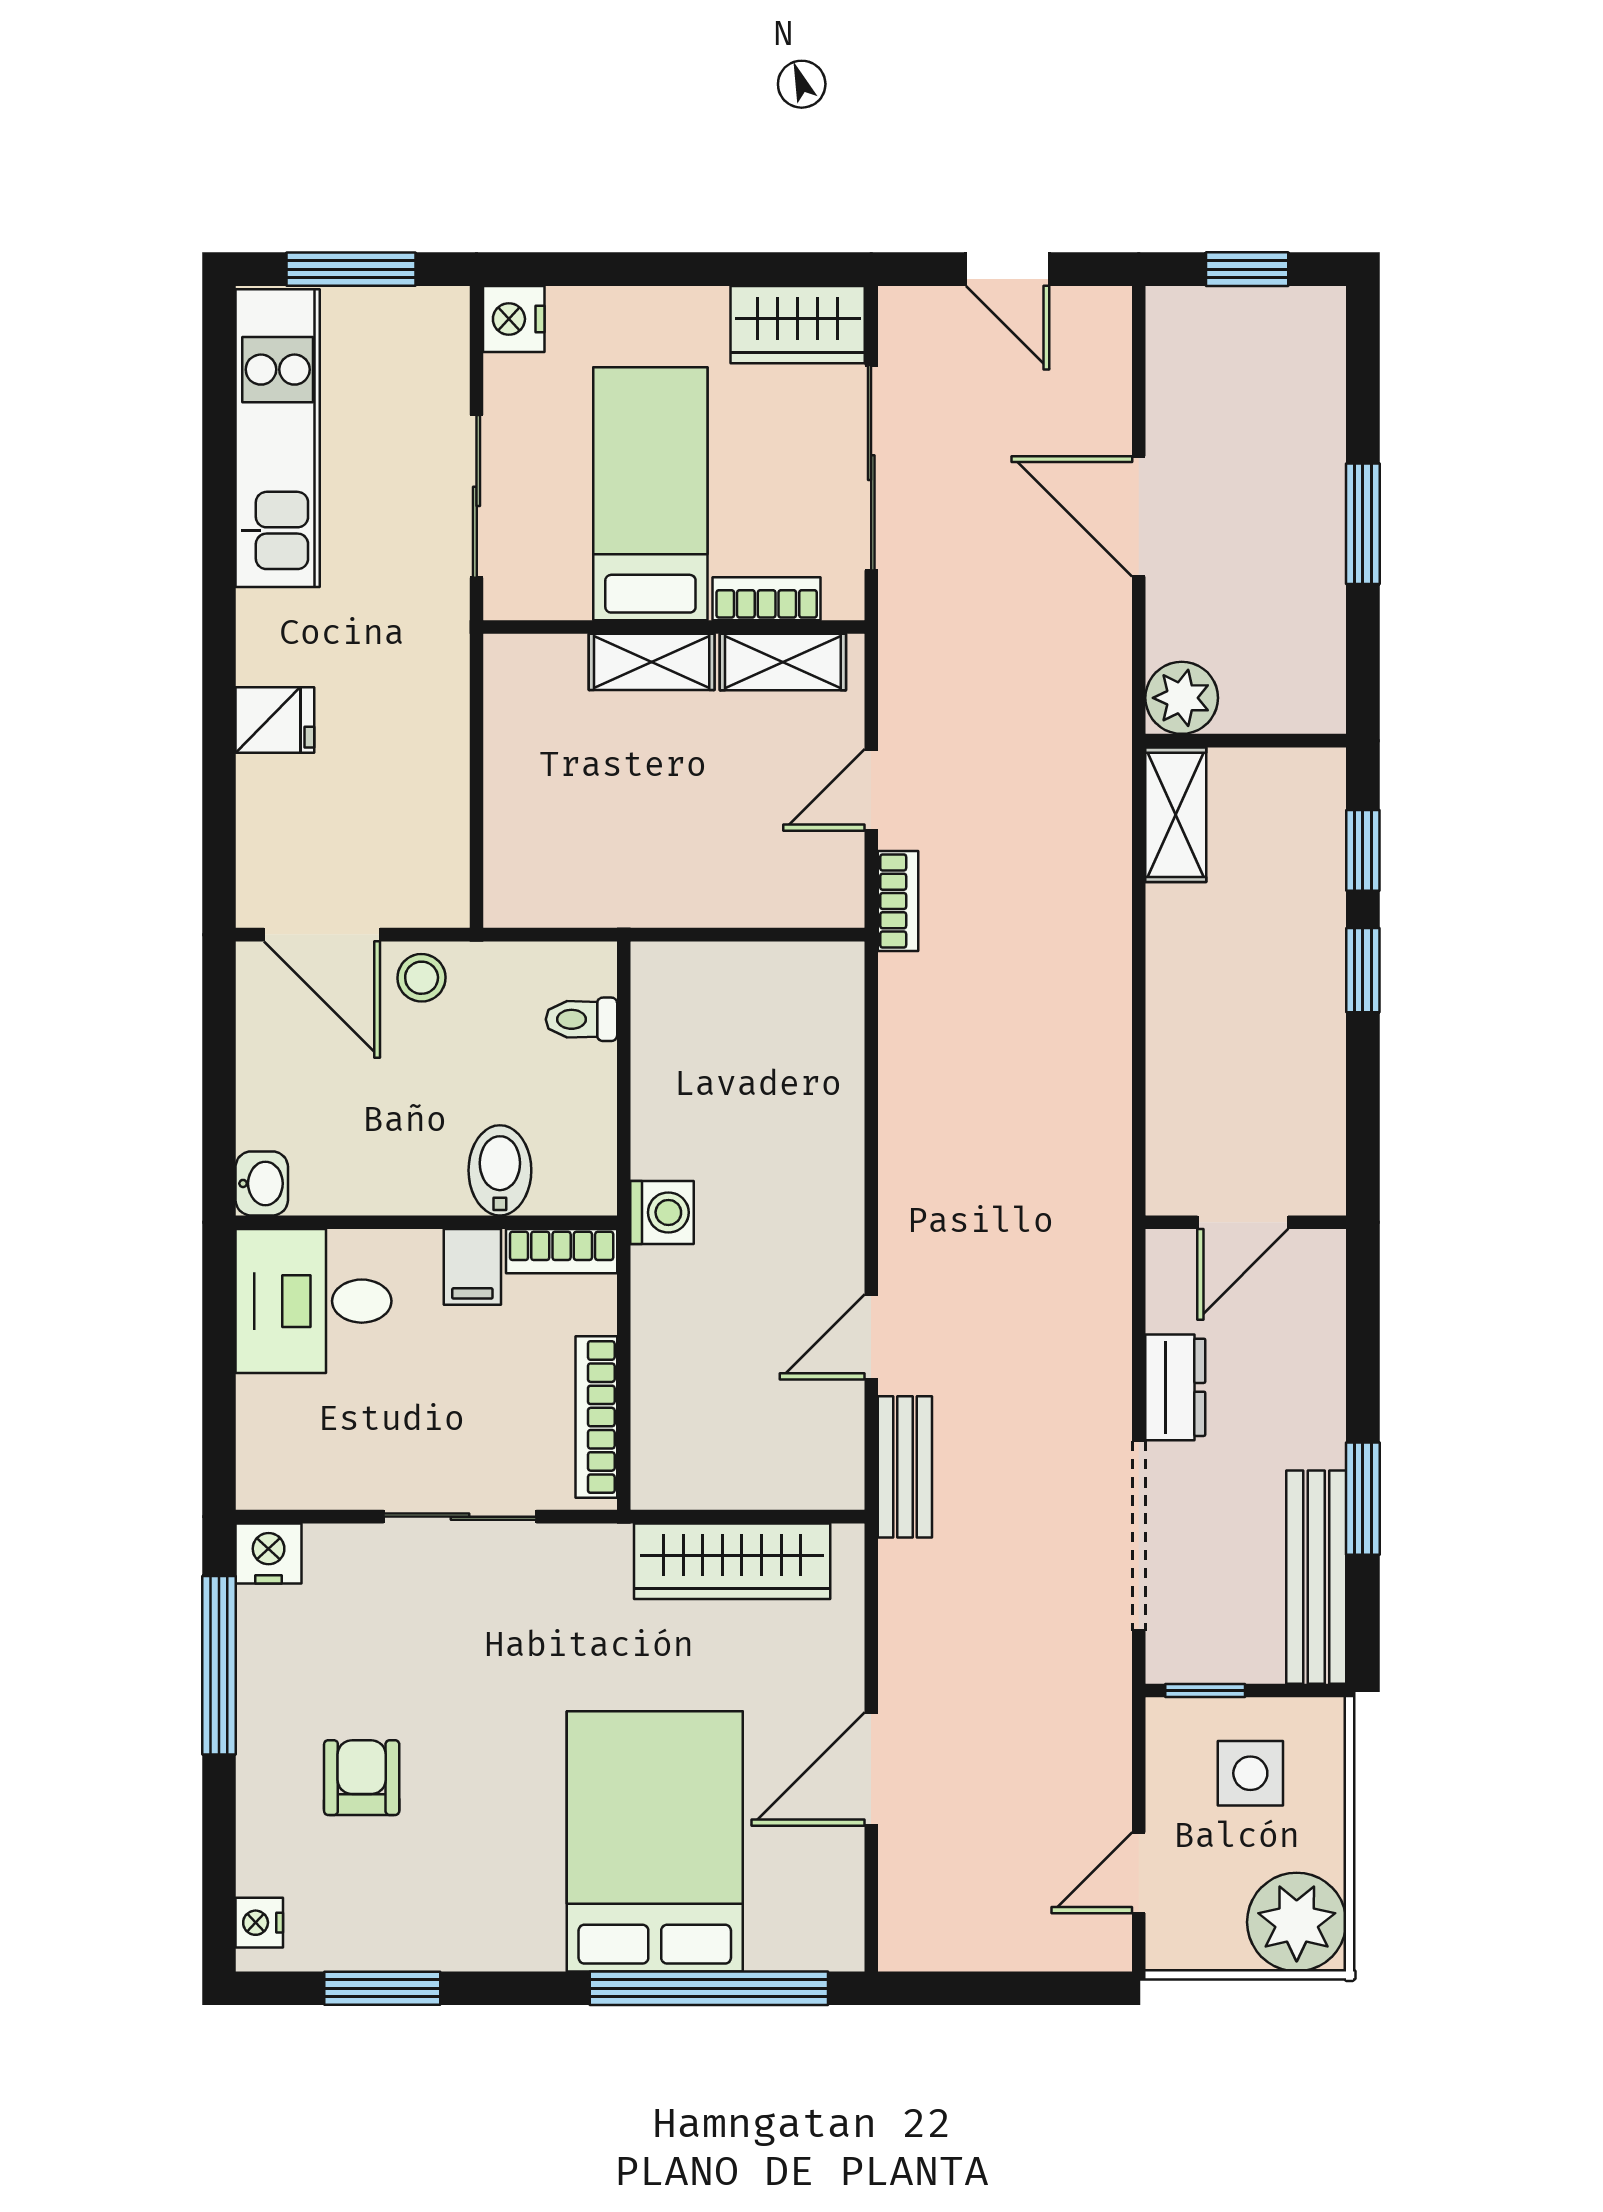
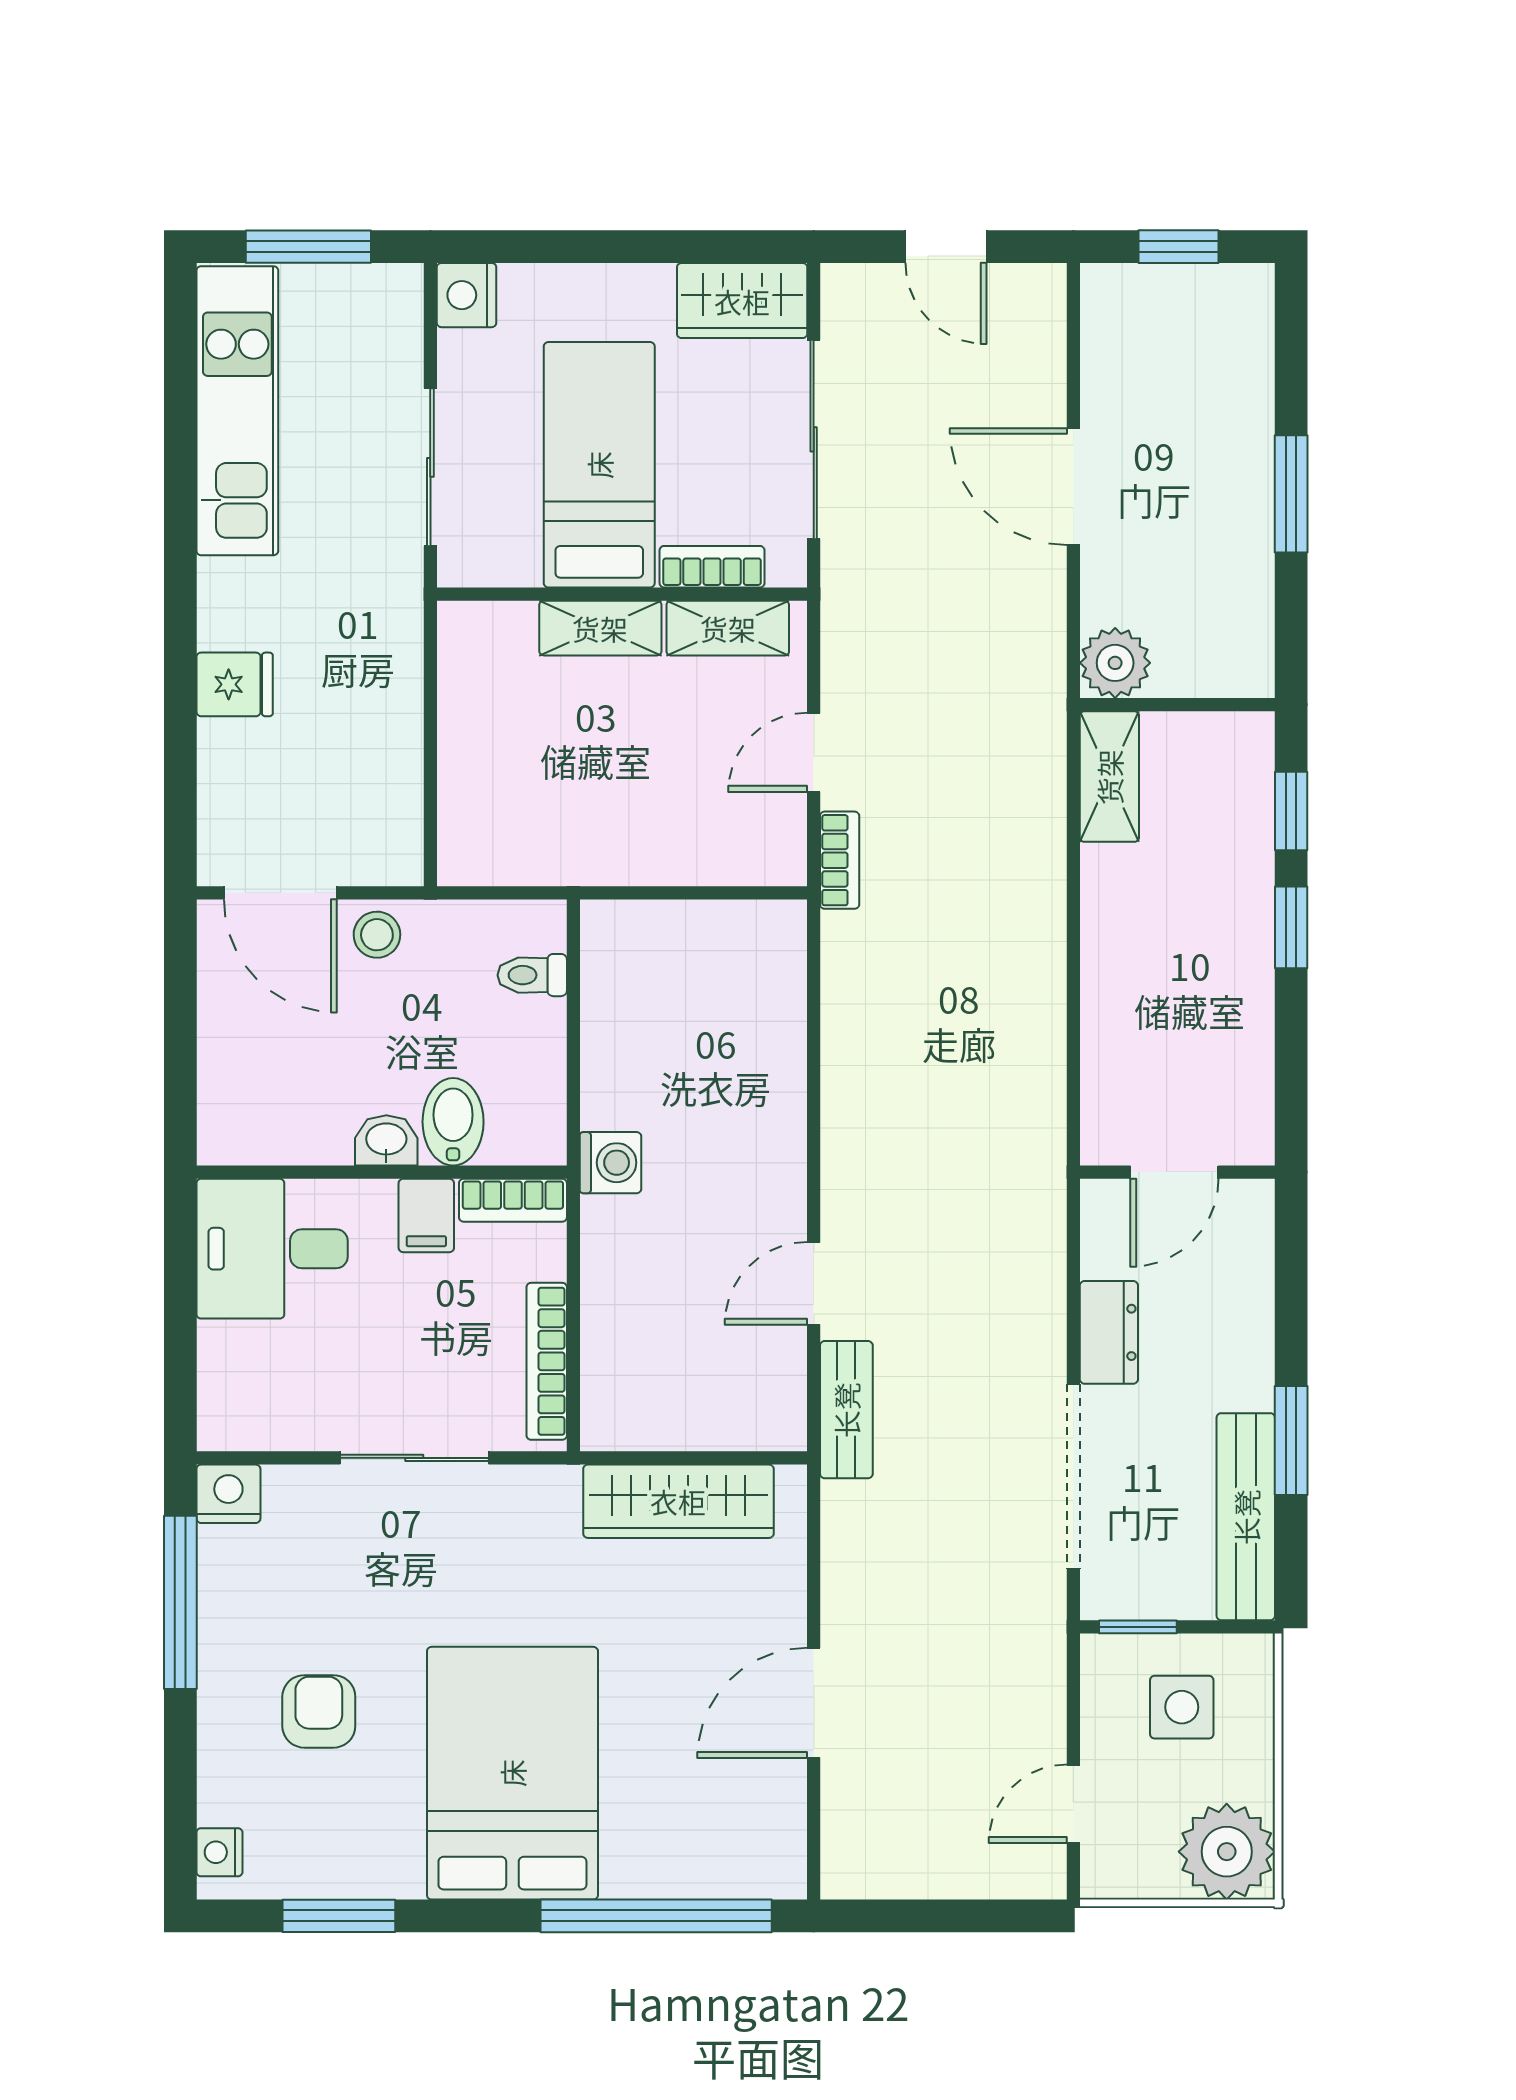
washbasin: (262, 1183) -> (386, 1140), moved, turned -90
bed: (655, 1841) -> (512, 1773), moved

